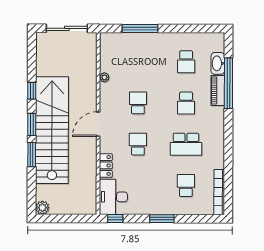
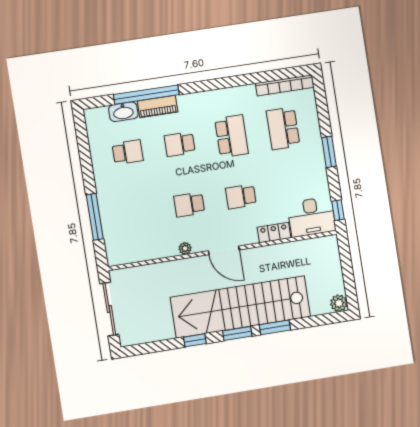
plant: (104, 77) -> (185, 248), moved
school desk: (186, 103) -> (180, 144), turned 180
school desk: (186, 186) -> (283, 128), width x1.85

